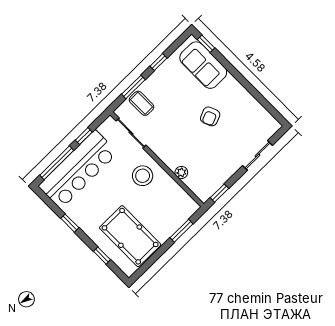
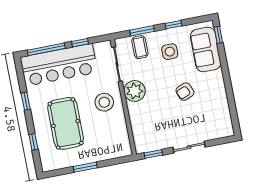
side table: (172, 89) -> (170, 52), added
sliding door: (257, 155) -> (189, 147), moved
plant: (181, 172) -> (135, 91), moved, width x1.88, depth x1.88
window: (181, 231) -> (85, 167), moved
pool table: (130, 236) -> (66, 123), moved

